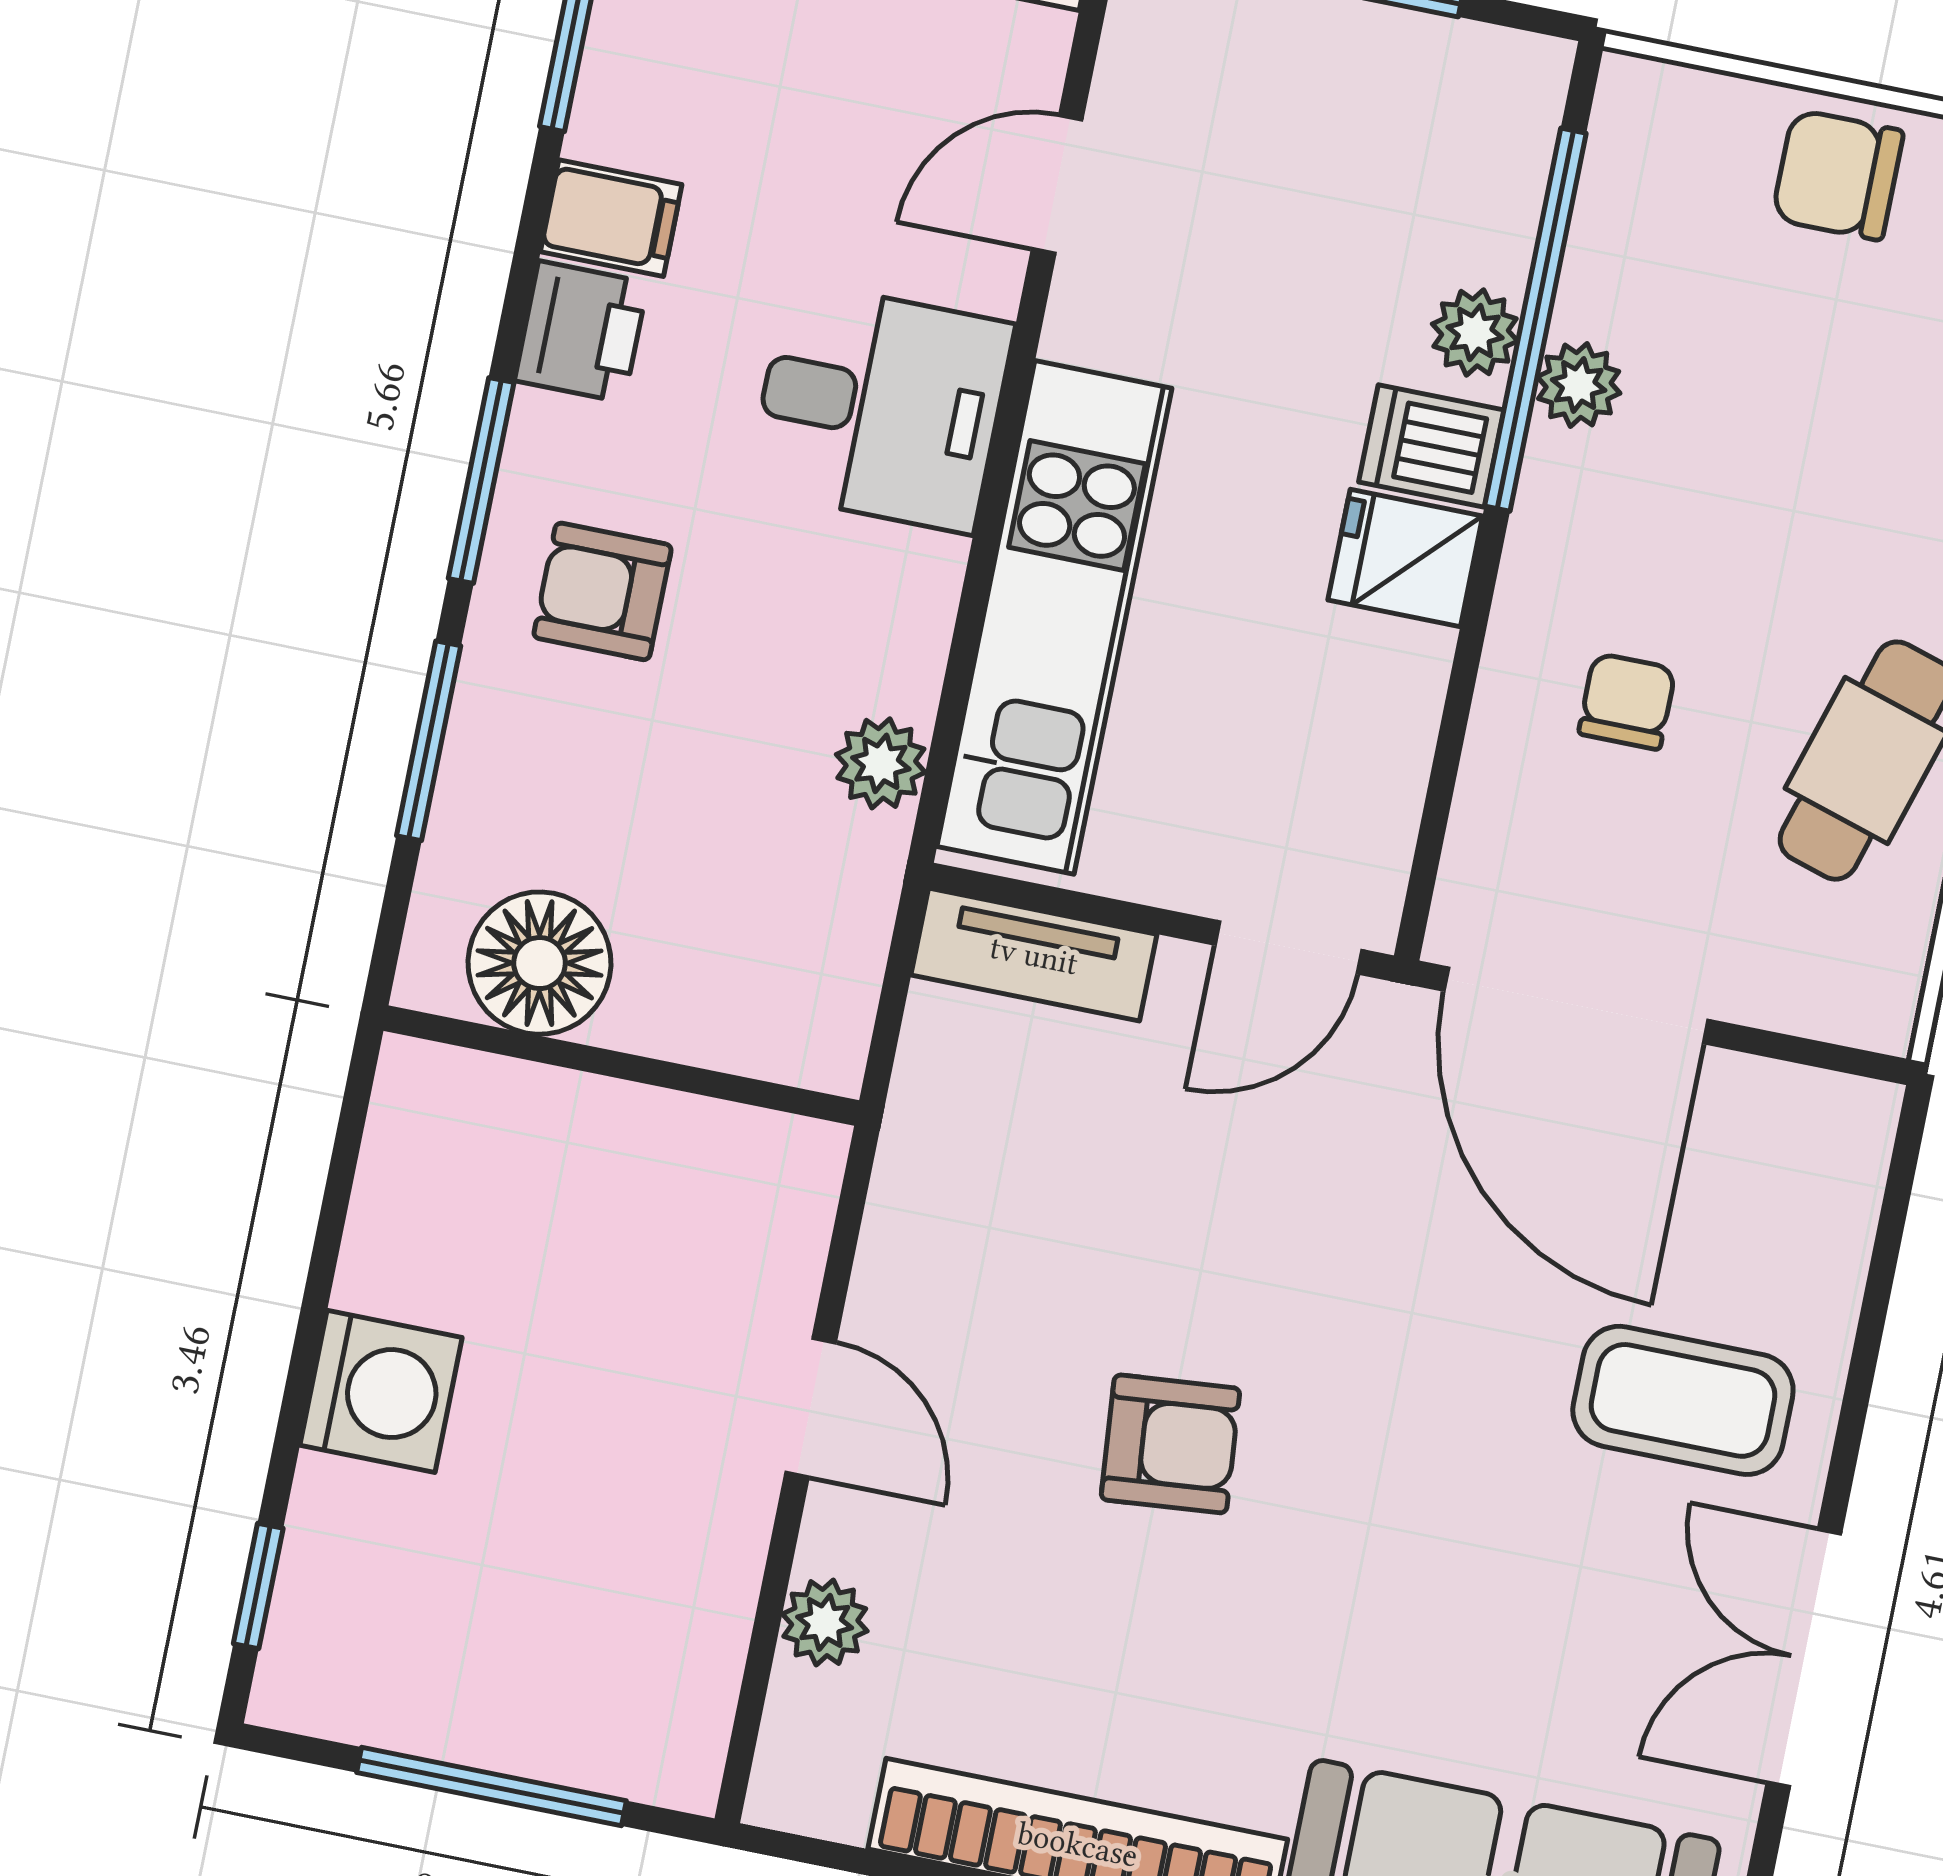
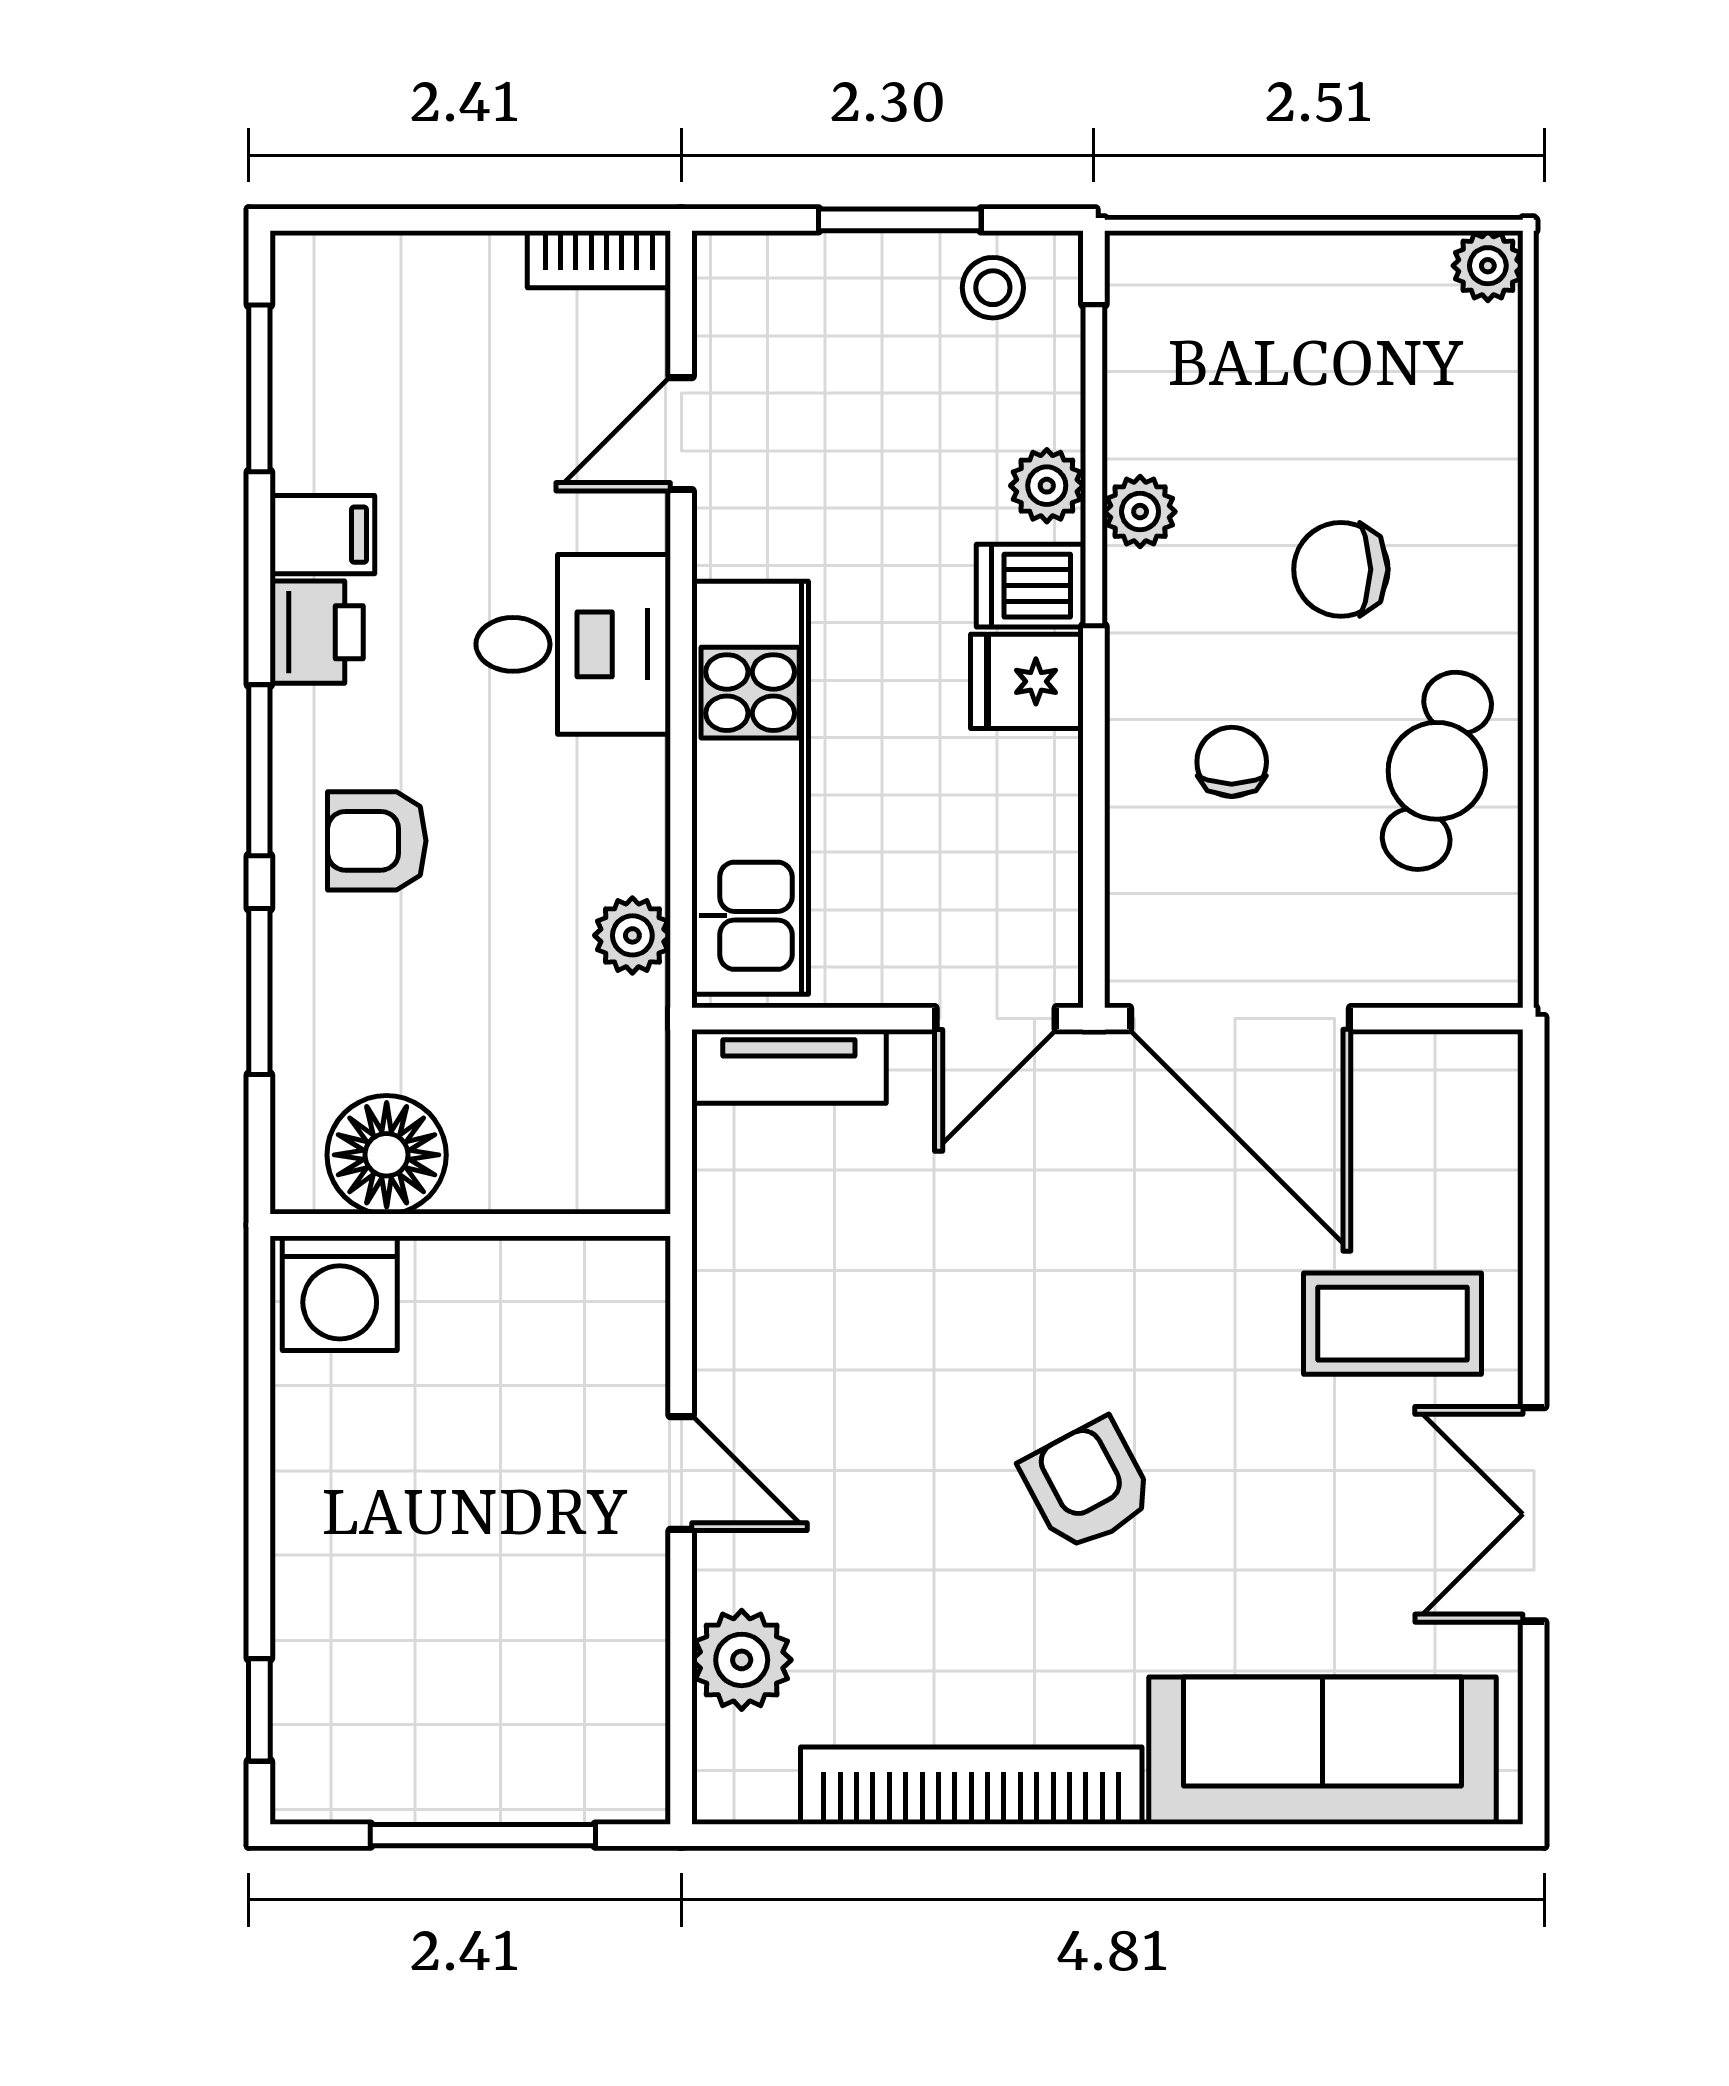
stool: (1459, 87) -> (993, 288), added
chair: (1838, 175) -> (1341, 569), moved
washing machine: (381, 1391) -> (340, 1293), moved, turned 90
armchair: (1170, 1444) -> (1087, 1485), moved, turned -113
plant: (825, 1622) -> (742, 1660), width x1.38, depth x1.38

